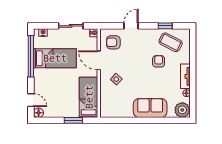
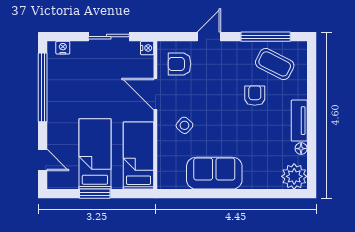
window: (165, 26) -> (266, 37), width x2.17
bed: (55, 58) -> (95, 154), moved, turned -90
sofa: (150, 108) -> (214, 173), moved
floor lamp: (39, 113) -> (55, 181), removed
window: (73, 120) -> (95, 194), moved

